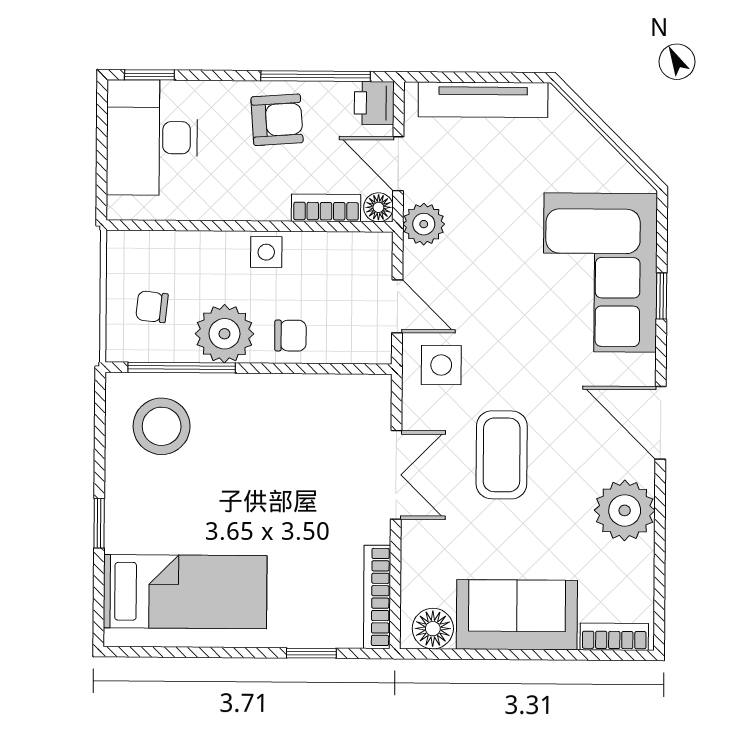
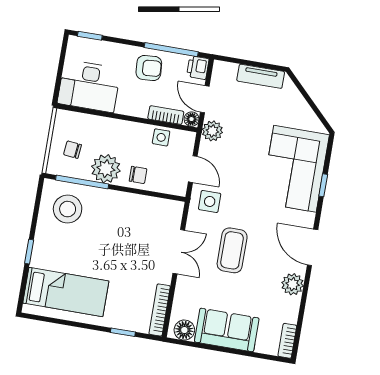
tv unit: (483, 100) -> (261, 76), width x0.71
desk: (152, 138) -> (89, 86), moved, turned -90
side table: (266, 252) -> (161, 137), moved
plant: (625, 510) -> (293, 284), width x0.73, depth x0.73
bookcase: (614, 637) -> (287, 341), moved, turned -90

